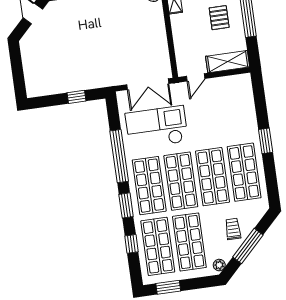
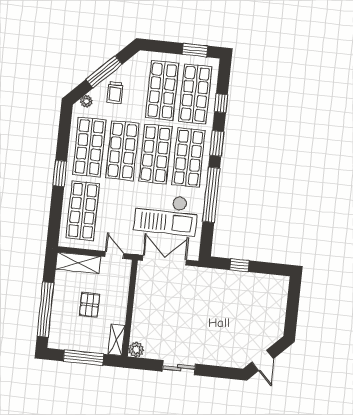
pallet: (219, 18) -> (90, 305), moved
door: (196, 77) -> (114, 255), hinge flipped
shop shelf: (236, 111) -> (83, 211), added
plant: (219, 265) -> (86, 101), moved

